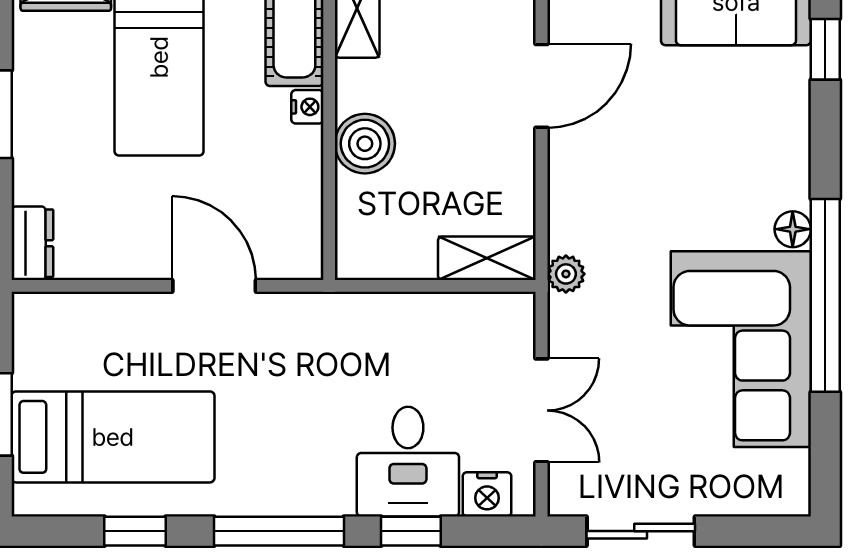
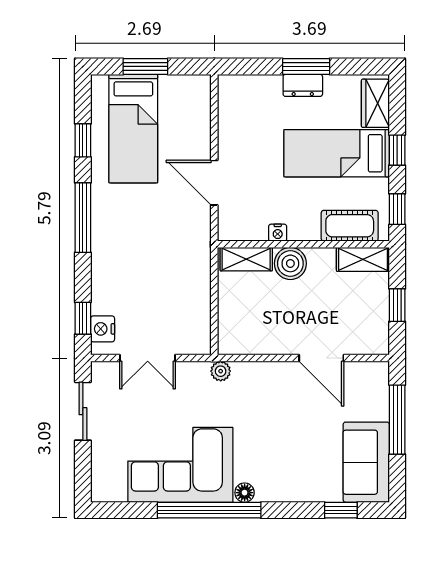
nightstand: (307, 107) -> (278, 233), moved
dresser: (32, 243) -> (303, 85), moved
shelving: (487, 258) -> (246, 259), moved, turned 90
door: (214, 286) -> (214, 183), swing flipped
desk: (408, 462) -> (120, 287), removed
window: (411, 531) -> (83, 318), moved

